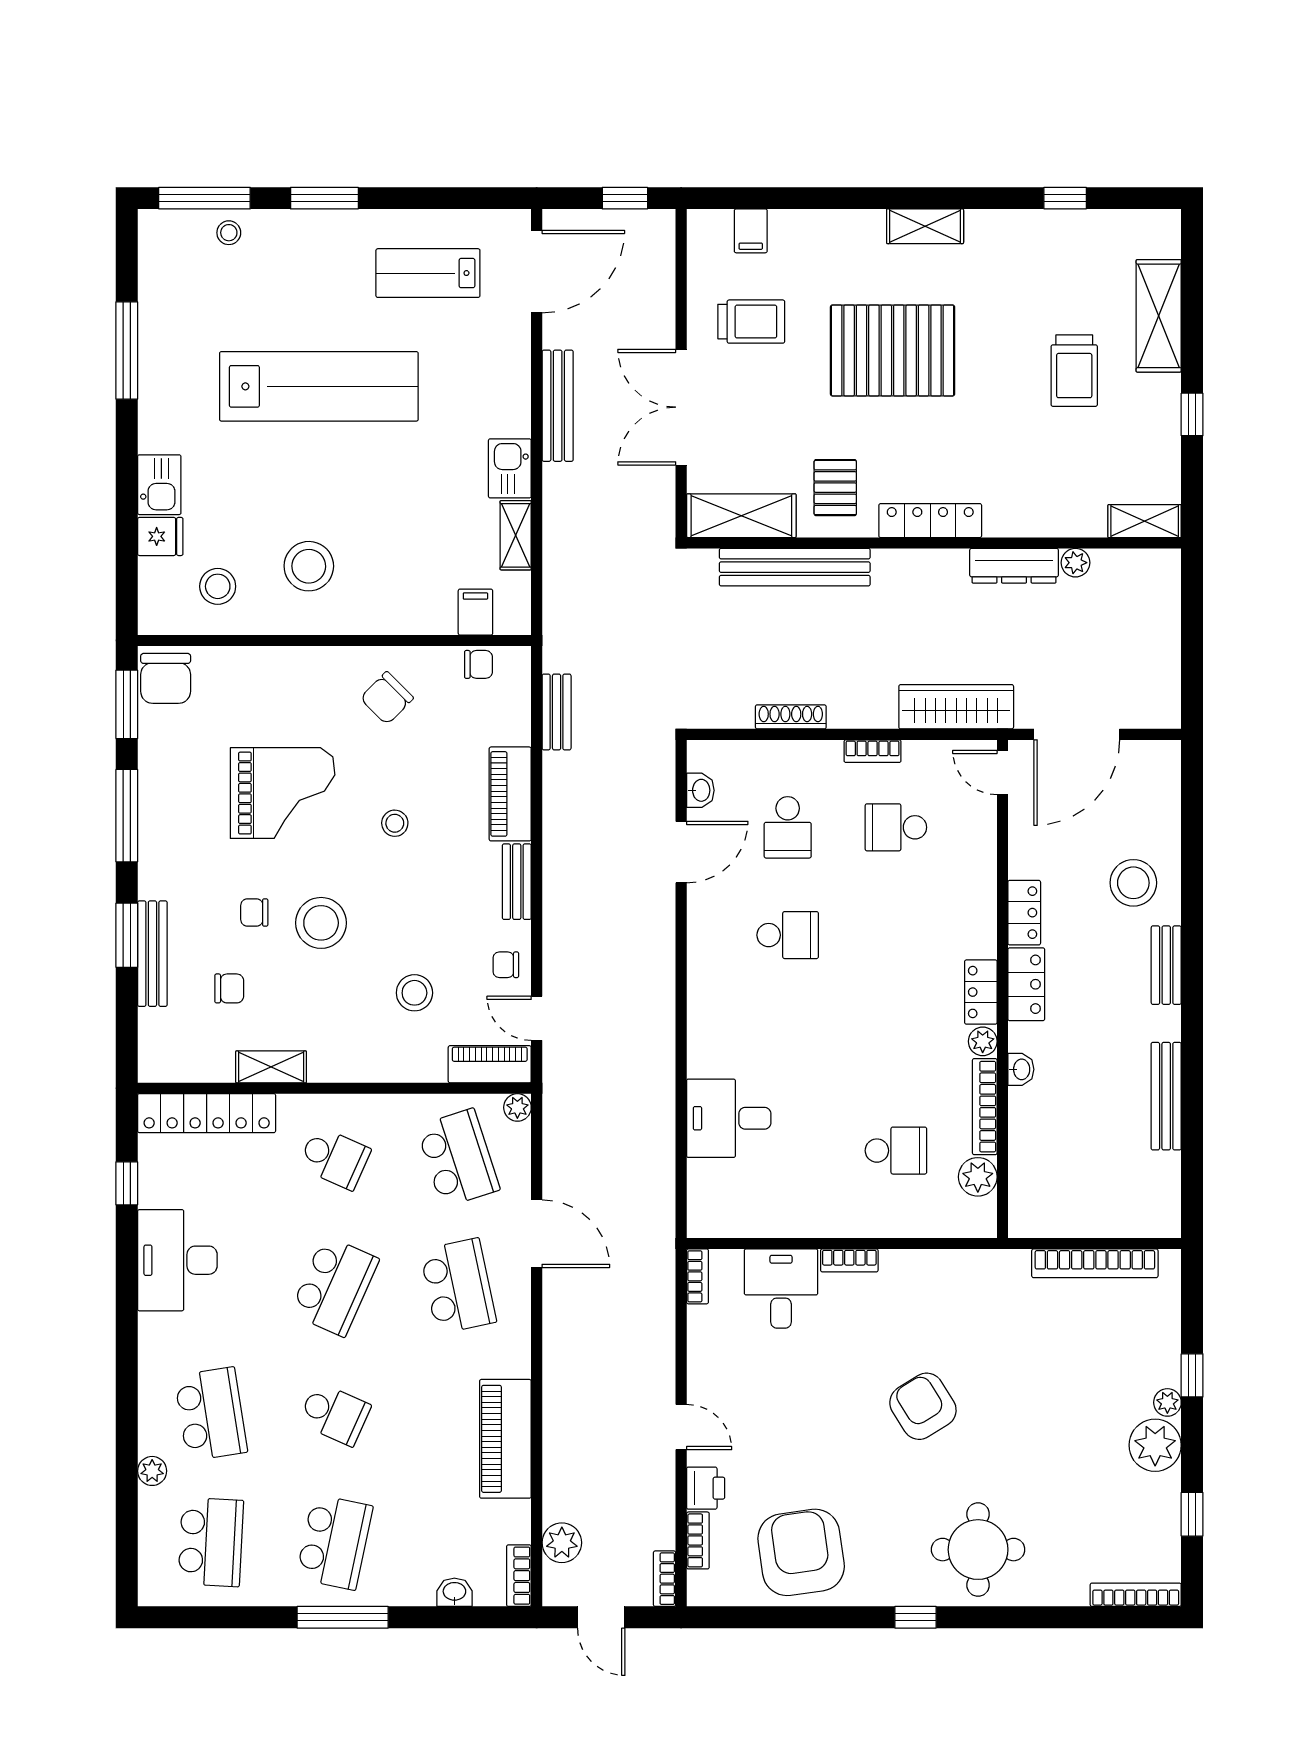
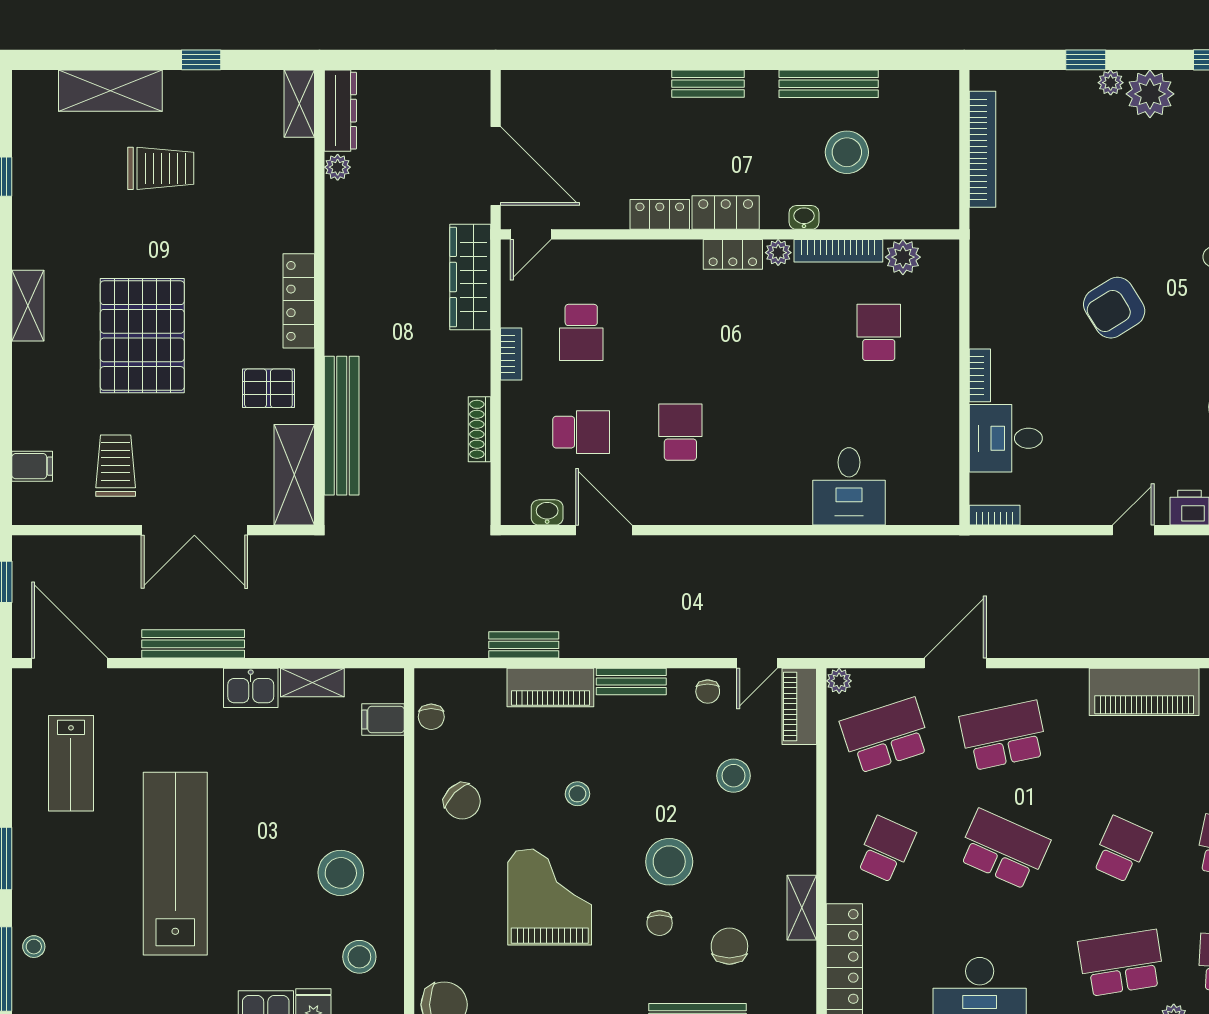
dresser: (1014, 566) -> (340, 111), moved
chair: (478, 664) -> (431, 717), turned 180
bench: (557, 712) -> (524, 645), moved
stool: (1133, 883) -> (847, 152), moved
chair: (229, 988) -> (729, 946), width x1.37, depth x1.37

